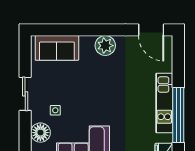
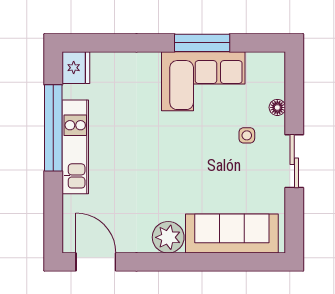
sofa: (57, 48) -> (232, 233), width x1.36
floor lamp: (40, 133) -> (277, 107), width x0.53, depth x0.53

